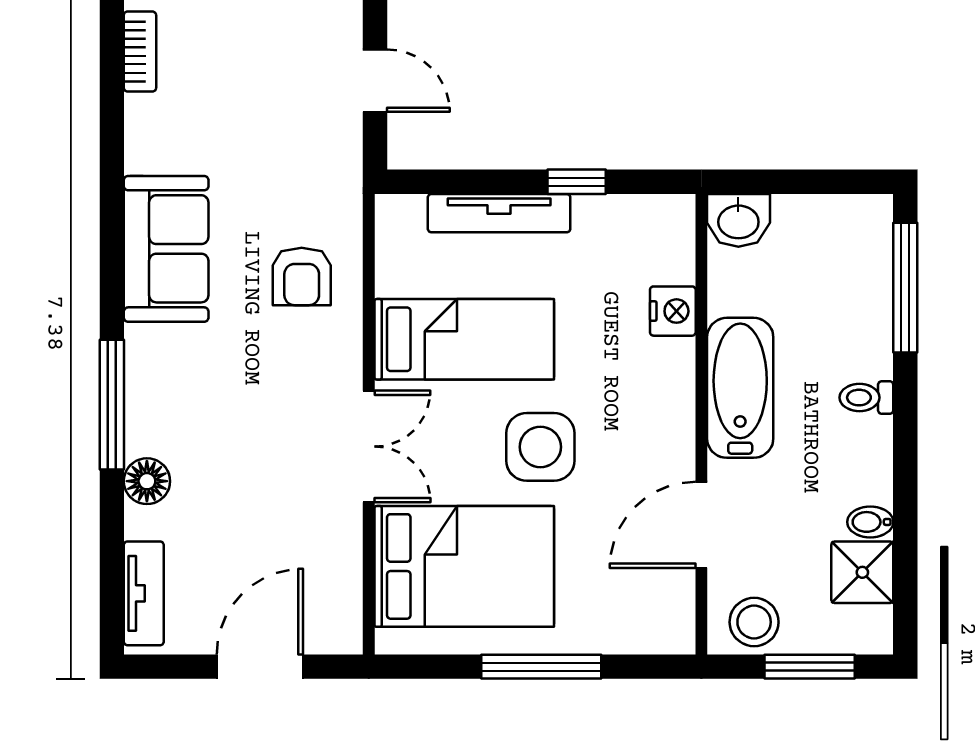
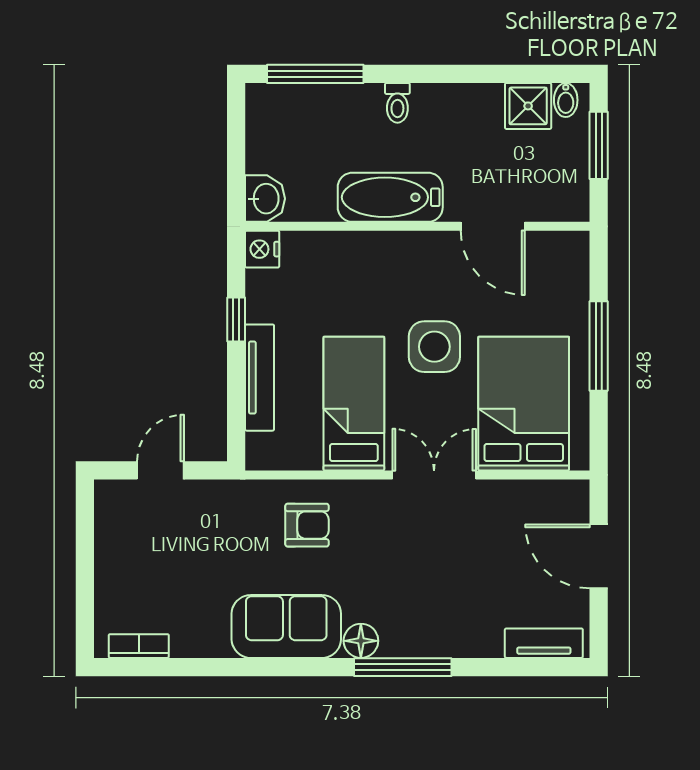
nightstand: (673, 311) -> (262, 249), moved, turned -90
floor lamp: (147, 481) -> (361, 641), moved
bidet: (870, 522) -> (566, 100), moved
stool: (754, 622) -> (565, 187), removed

